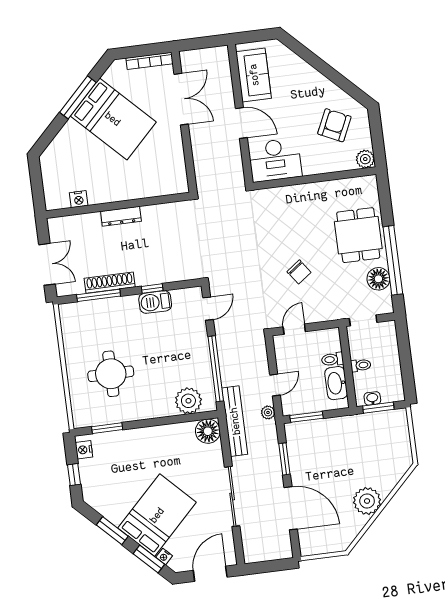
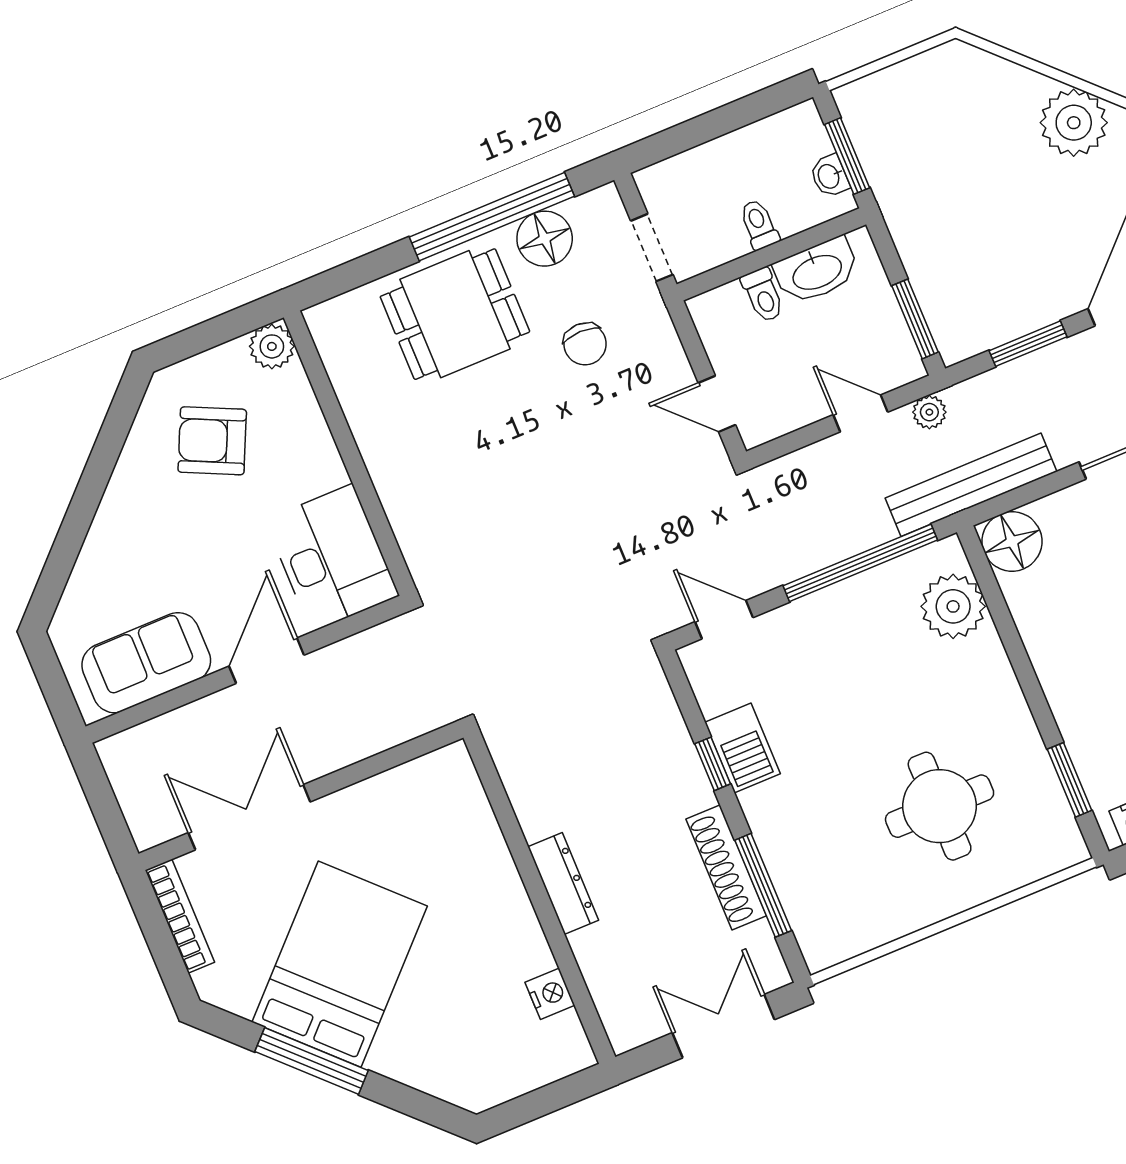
chair: (299, 272) -> (585, 344), moved, turned 126

